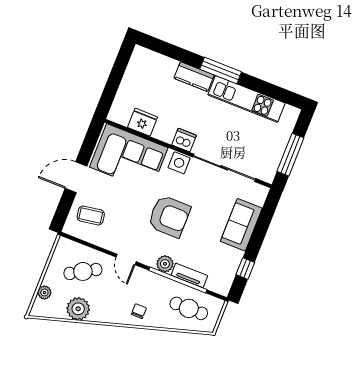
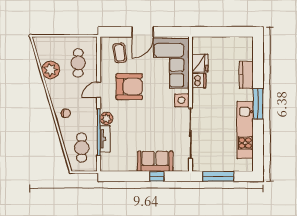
kitchen counter: (194, 77) -> (246, 75), moved
dishwasher: (184, 140) -> (199, 81), moved
door: (76, 177) -> (143, 32), swing flipped
armchair: (169, 216) -> (129, 87), moved, turned -90
window: (245, 269) -> (157, 176), moved
cafe table: (83, 271) -> (78, 63), turned 30
plant: (44, 292) -> (53, 42), removed

